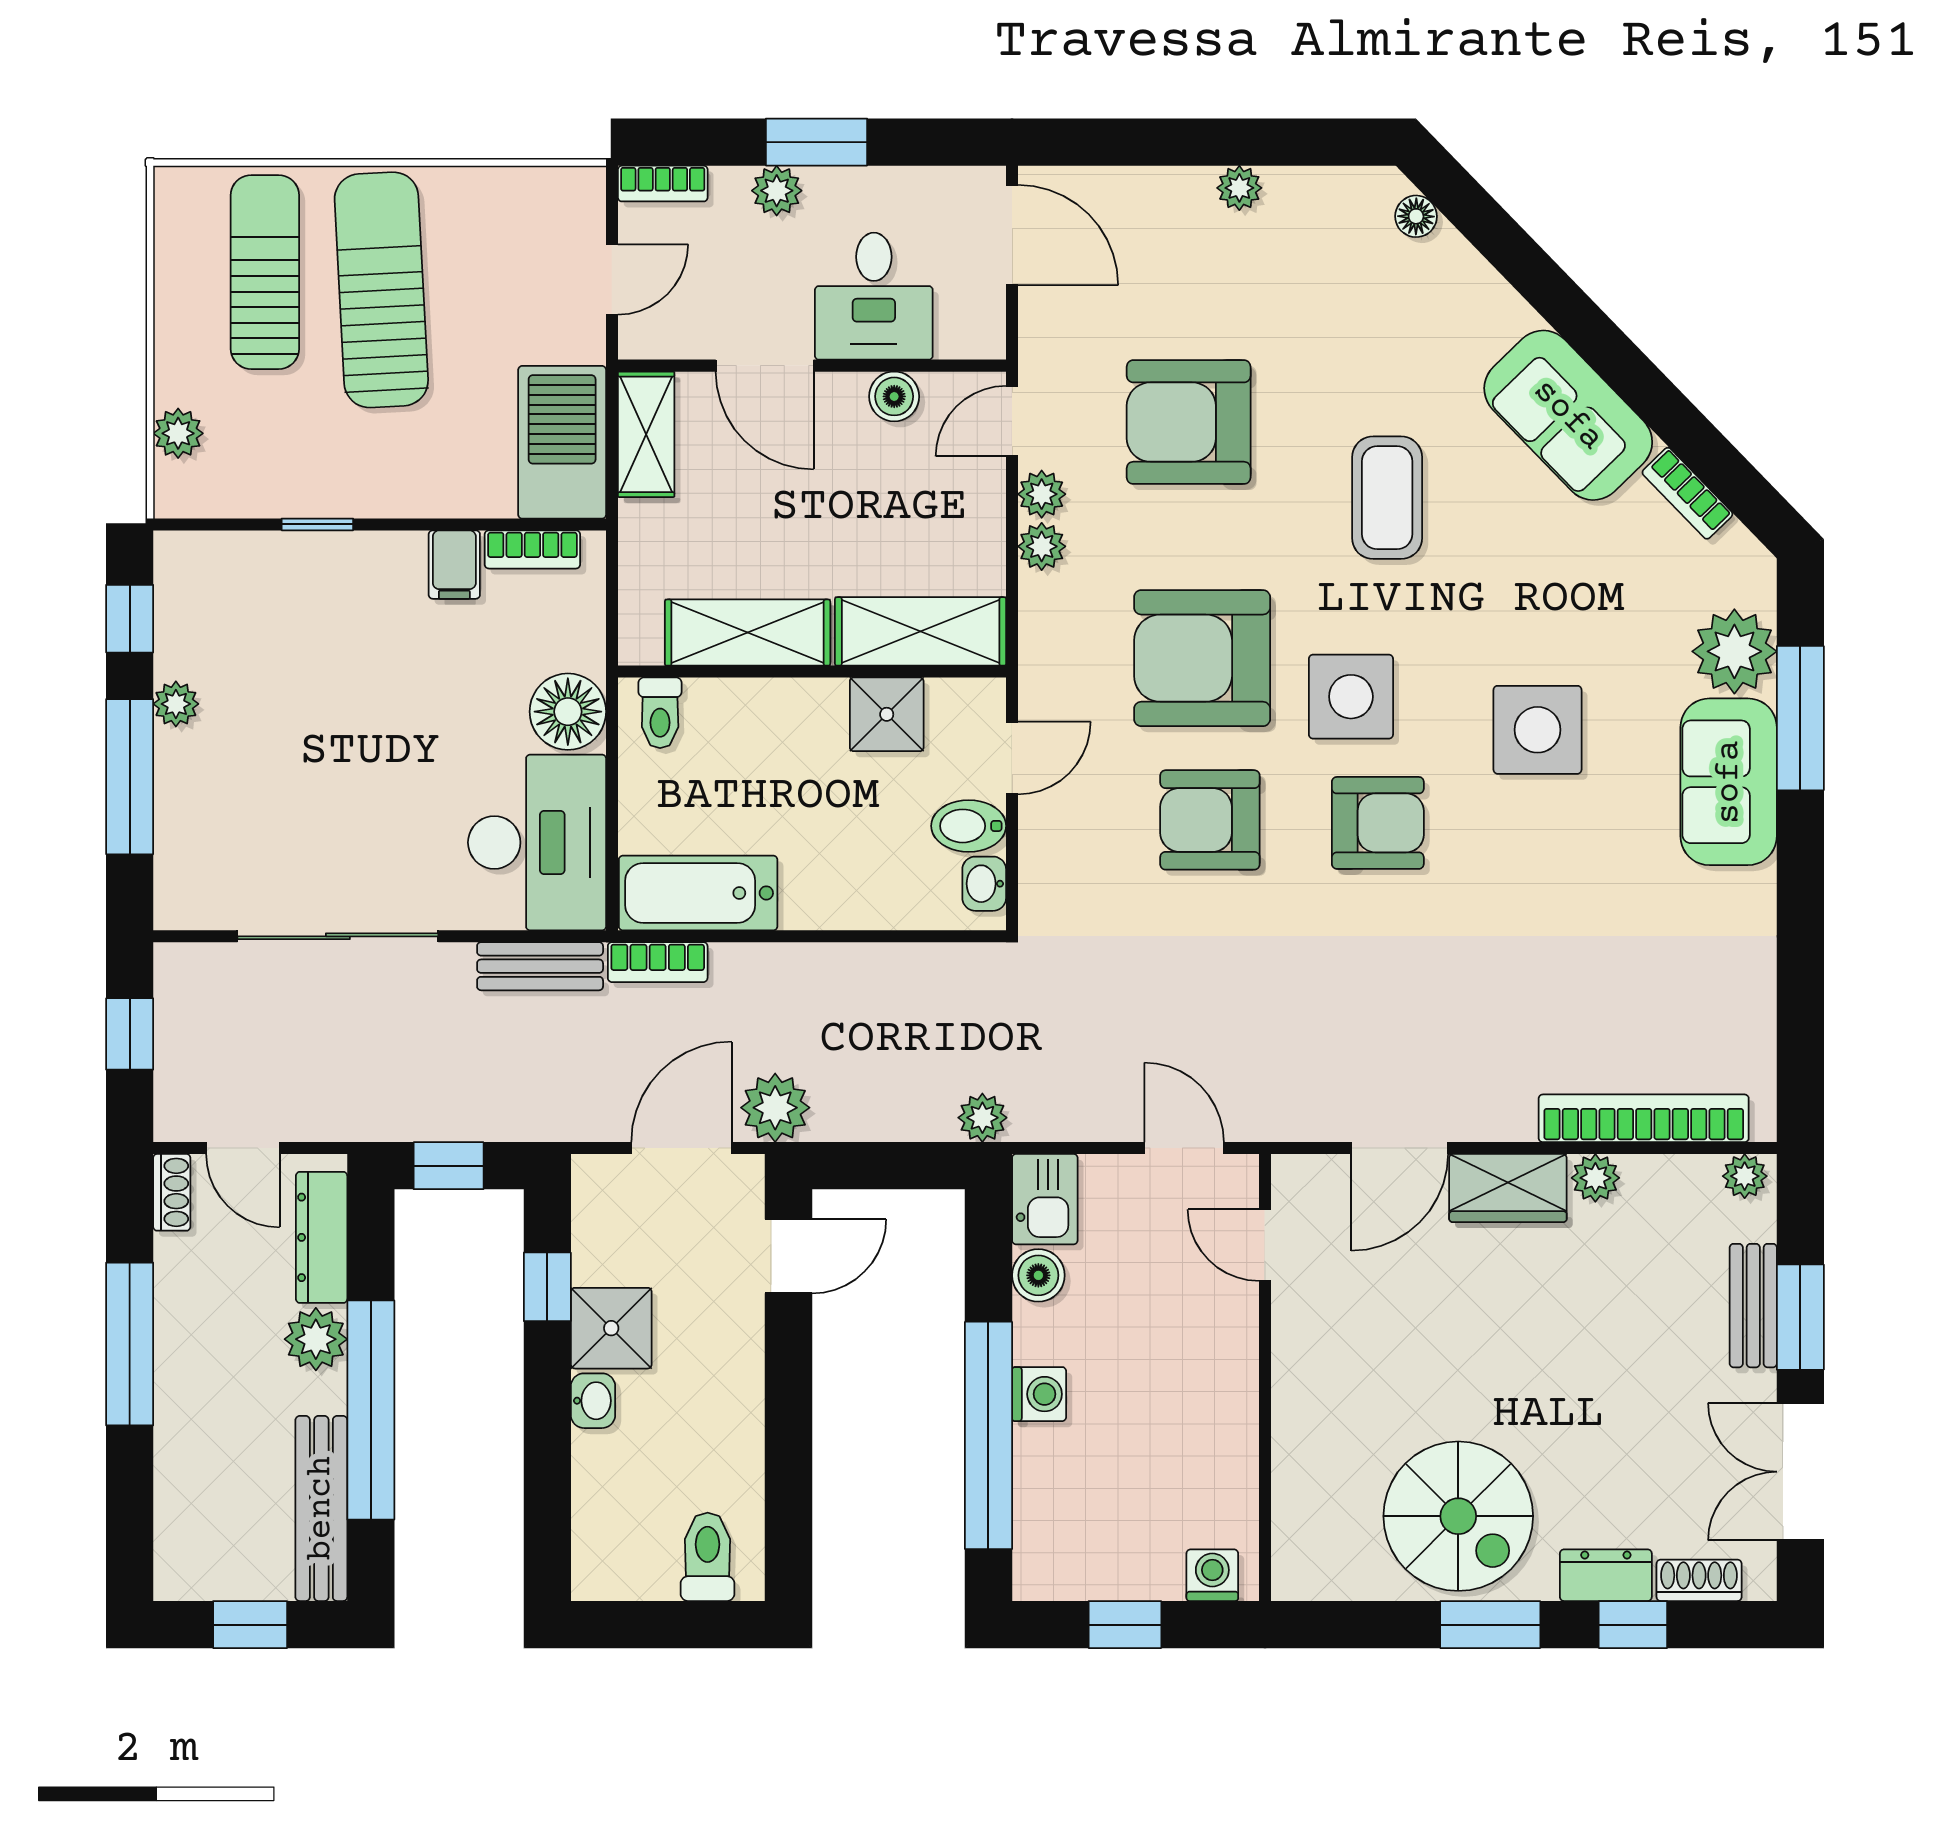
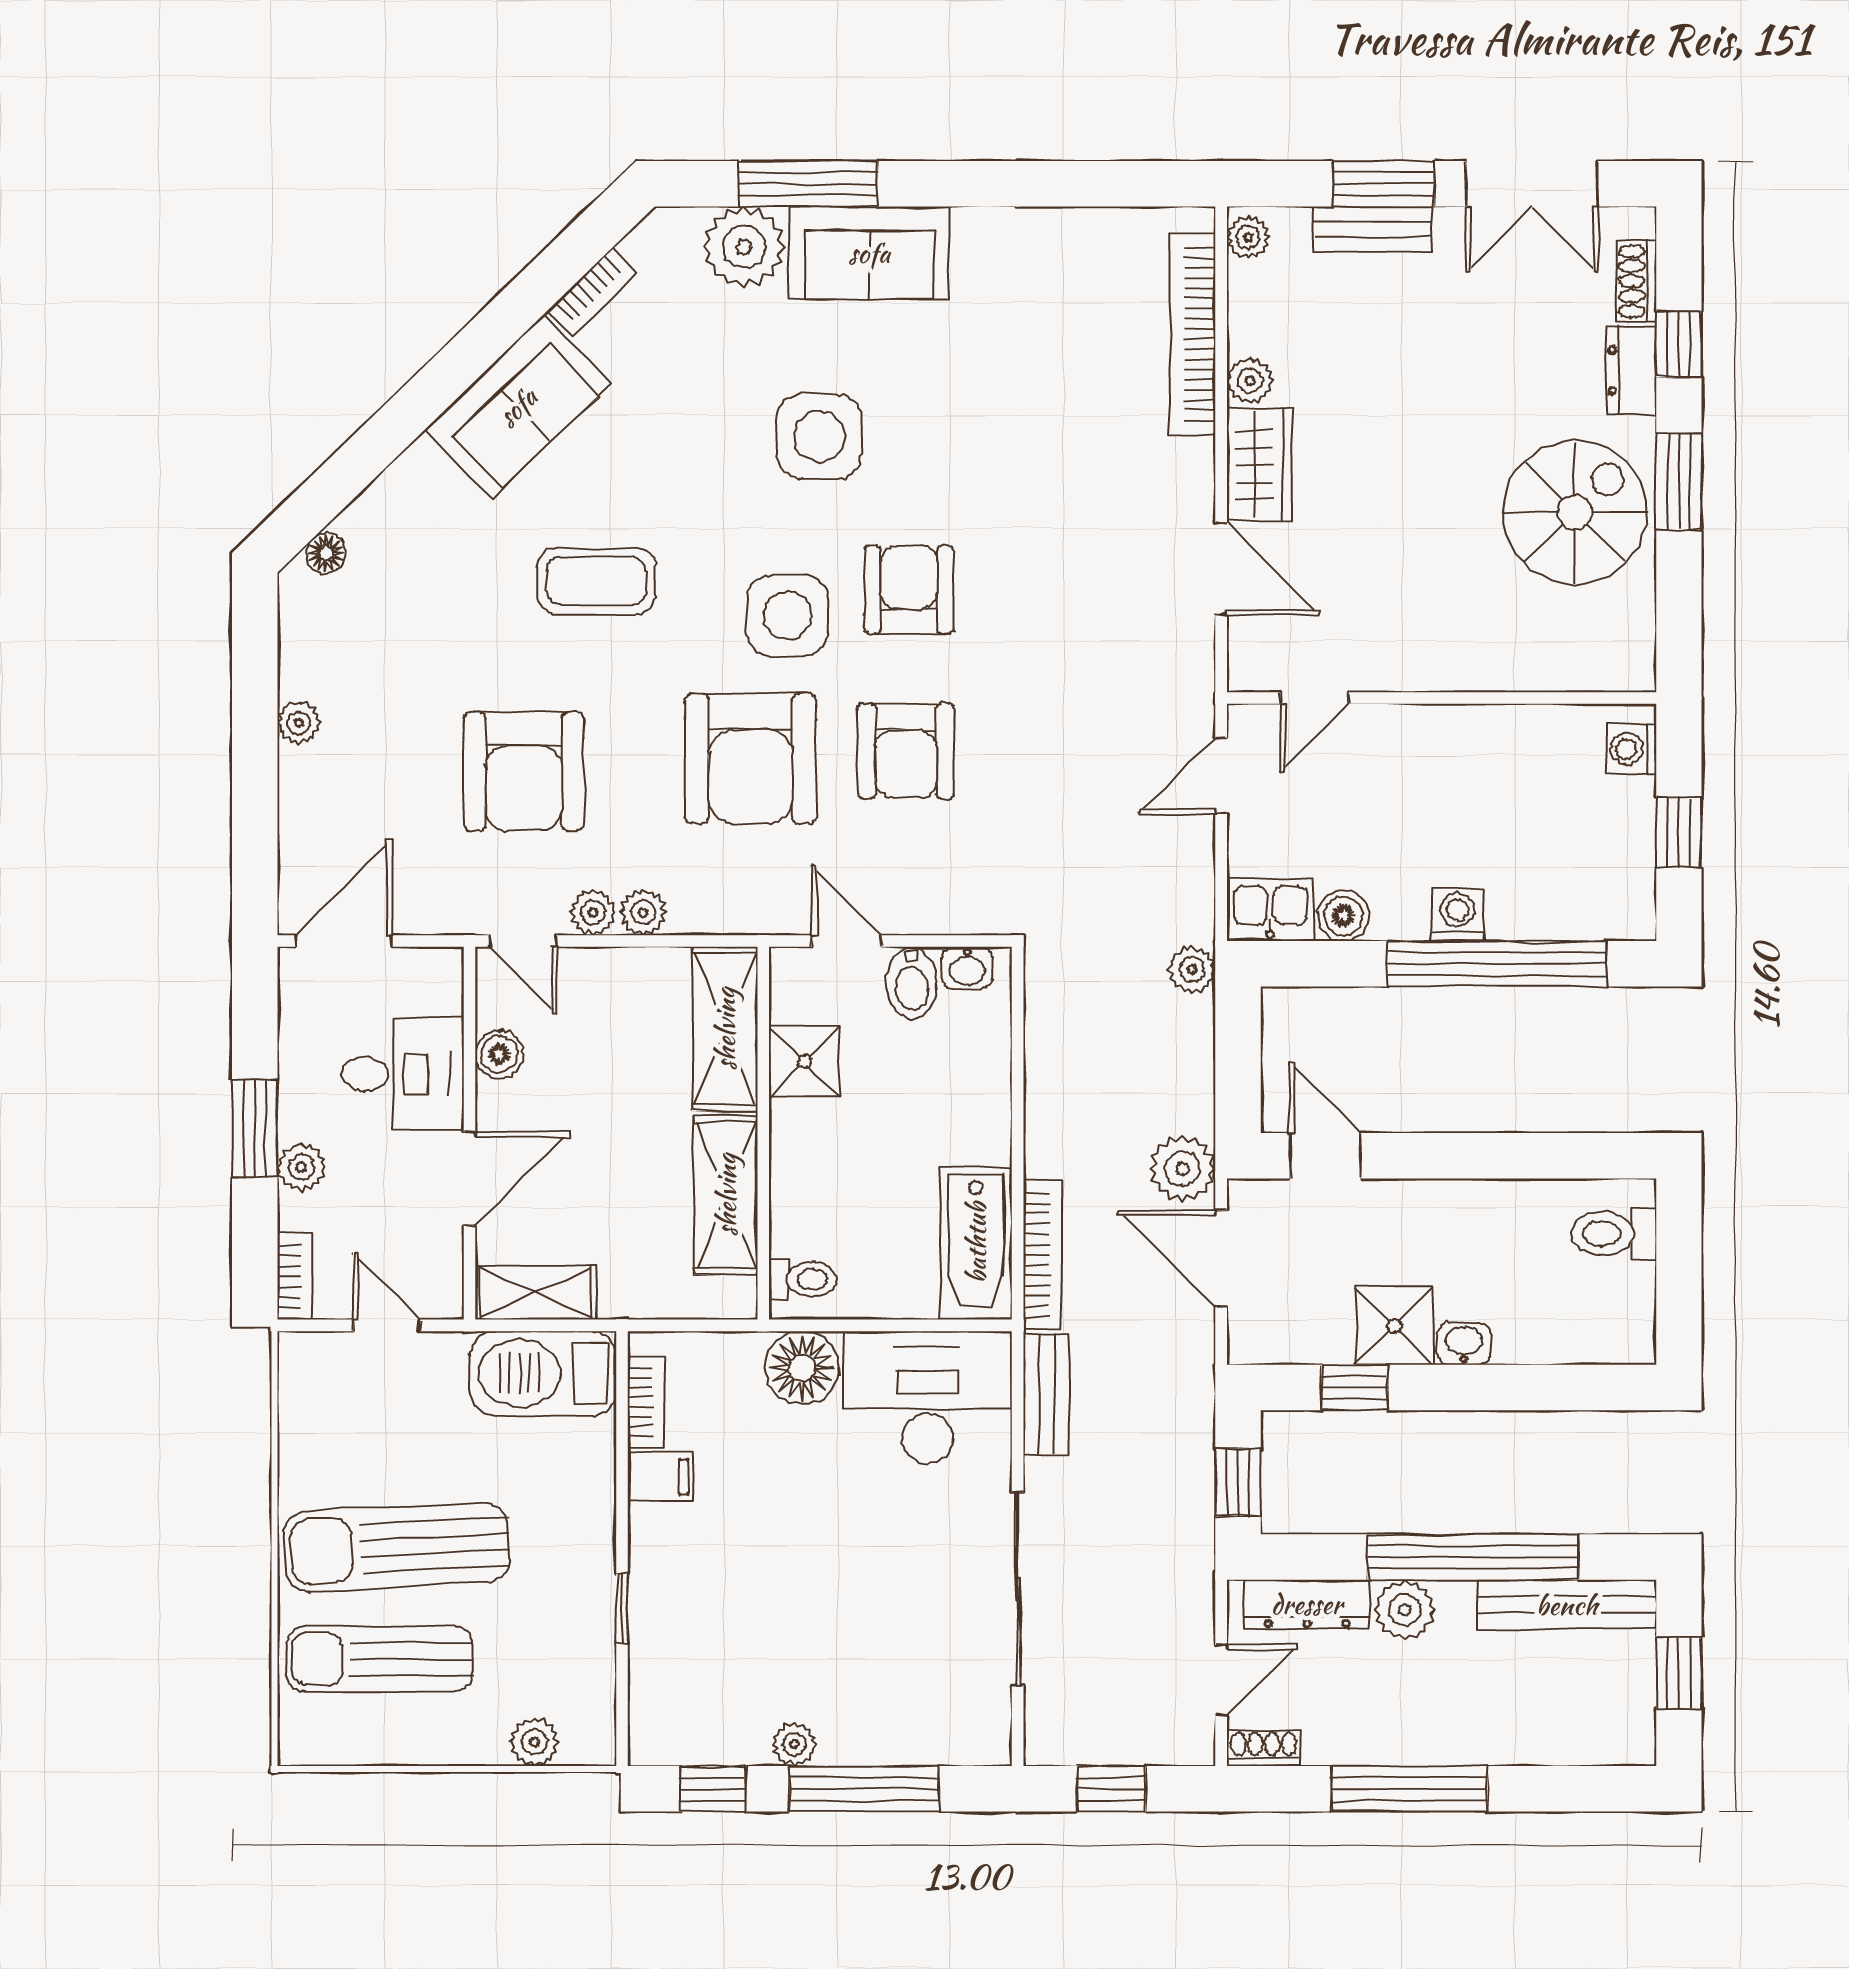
bookcase: (658, 962) -> (1042, 1255), width x1.56

